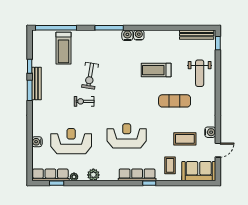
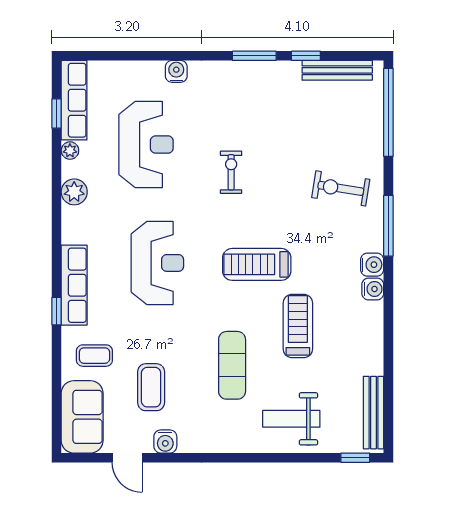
treadmill: (63, 48) -> (257, 264), moved
exercise bike: (90, 76) -> (341, 188), moved
bench: (36, 84) -> (337, 70), moved
water cooler: (37, 142) -> (176, 71), moved

